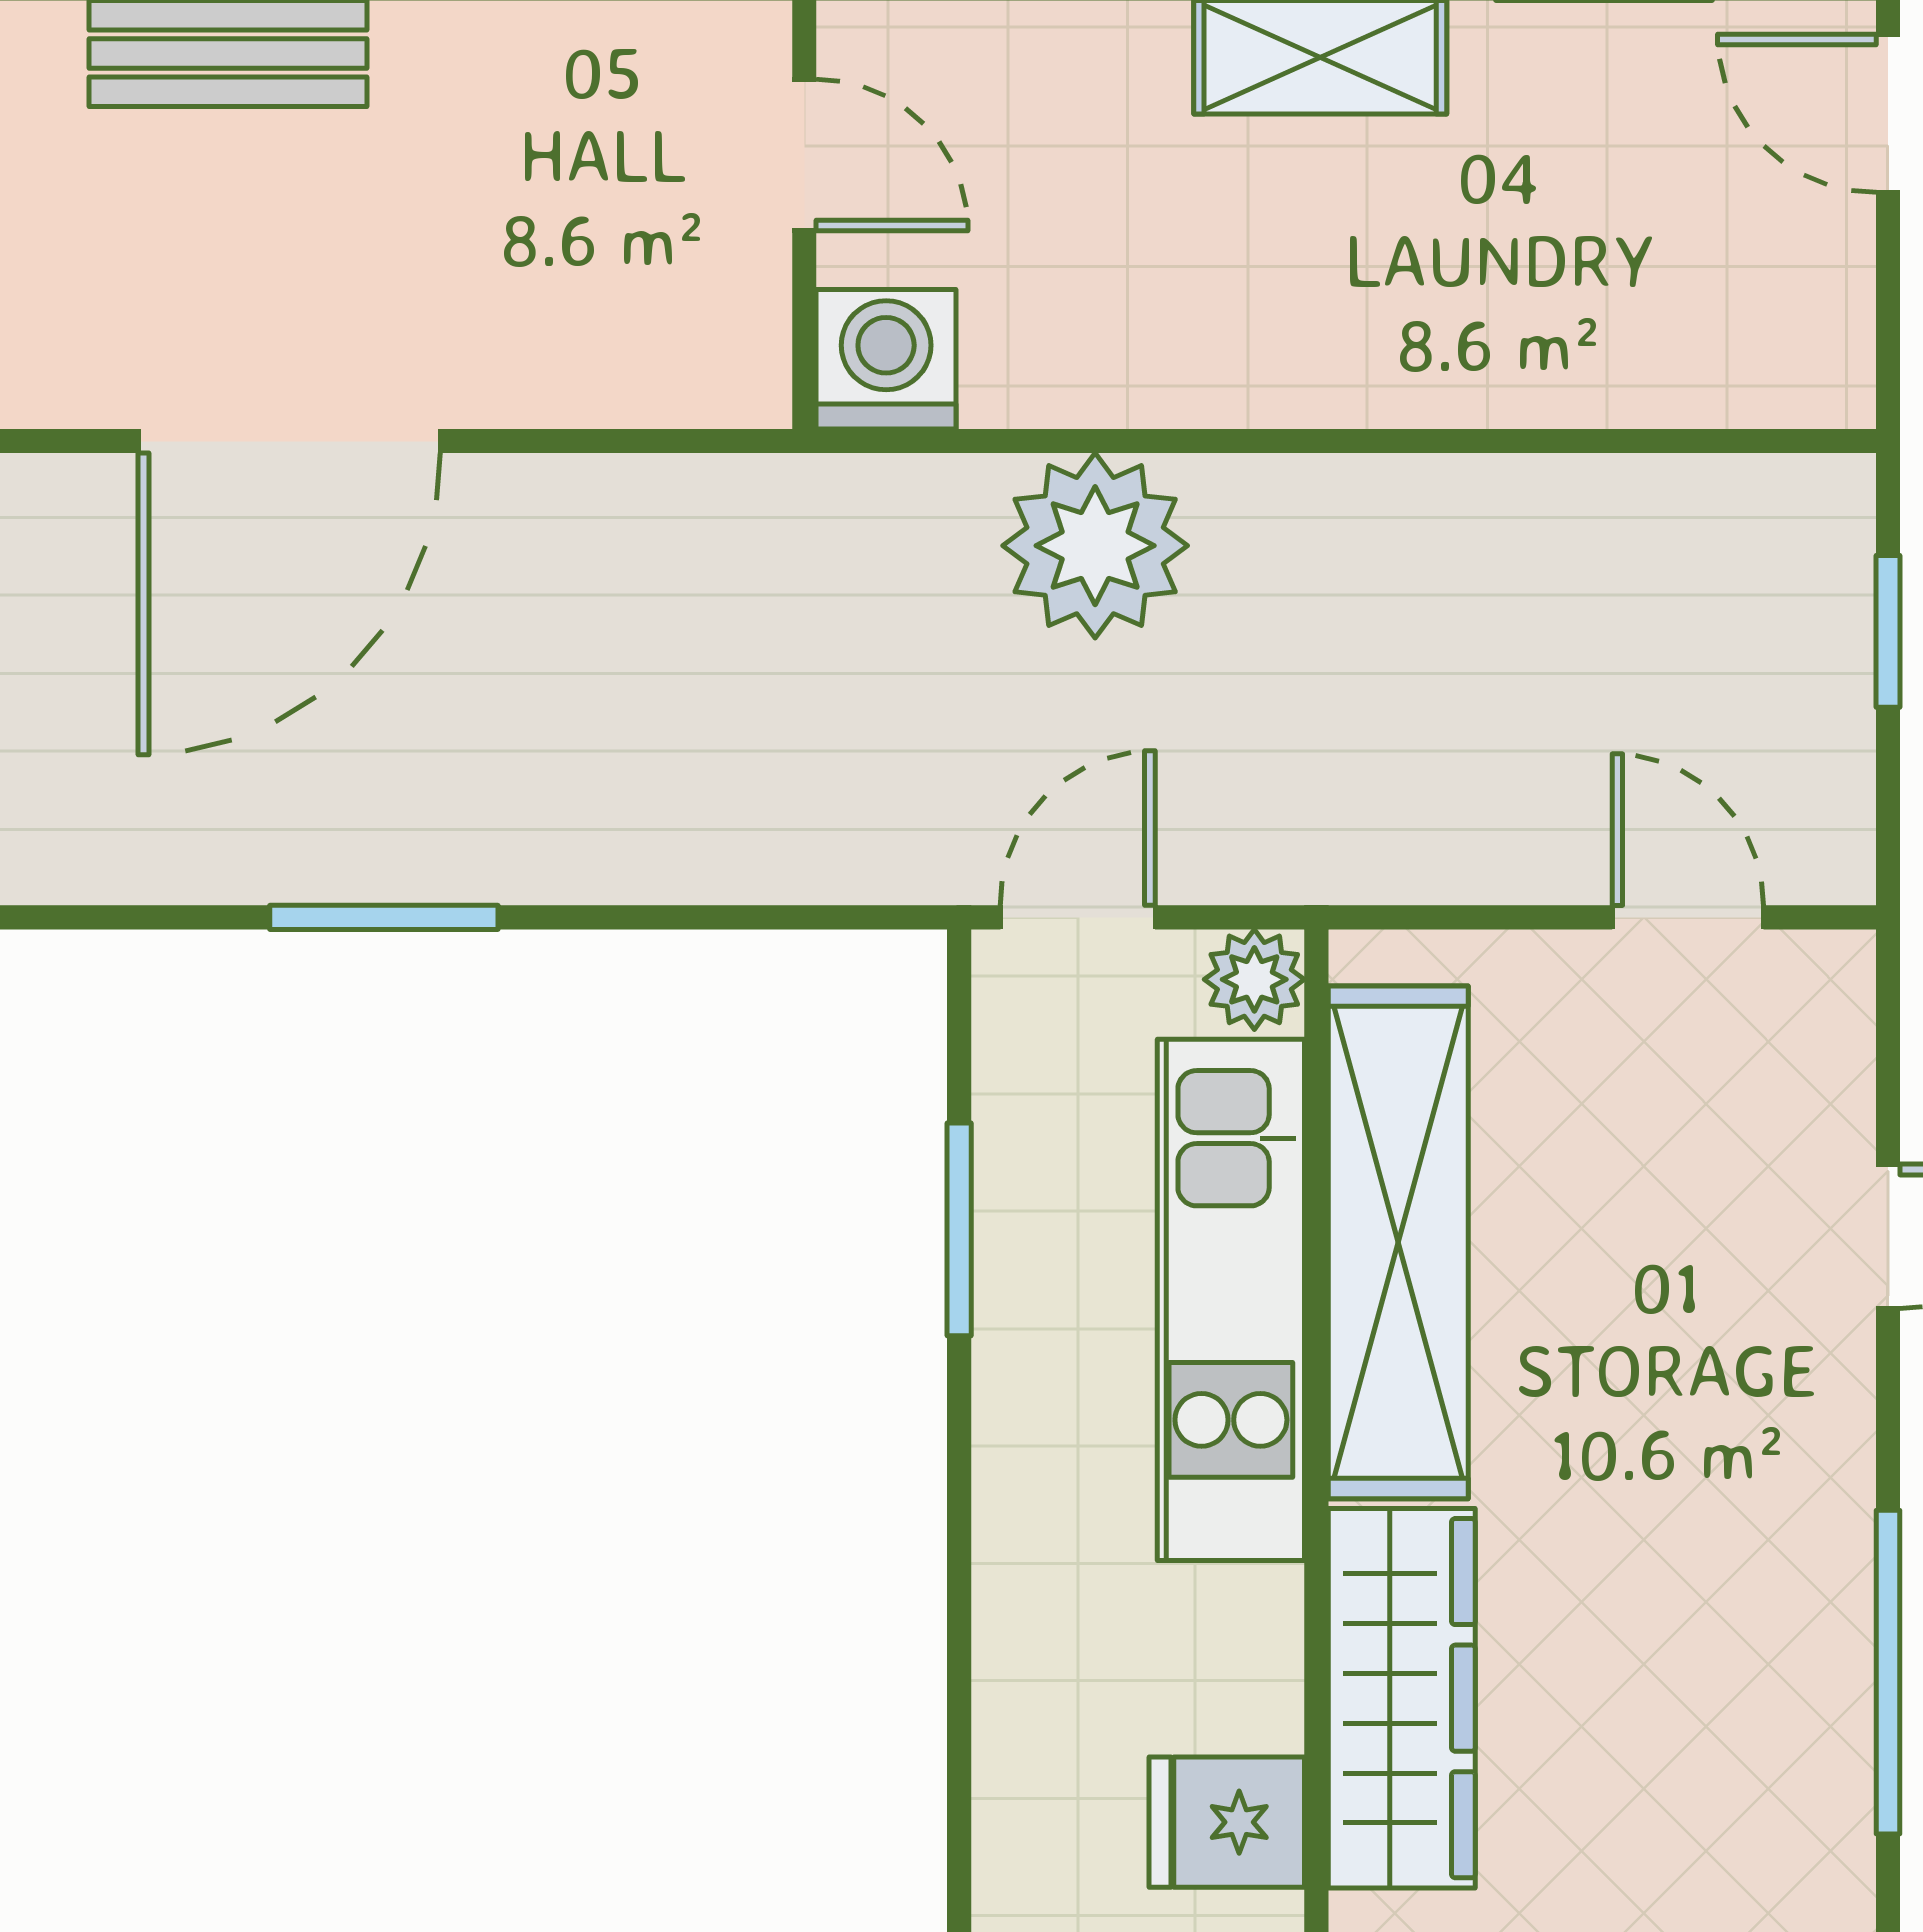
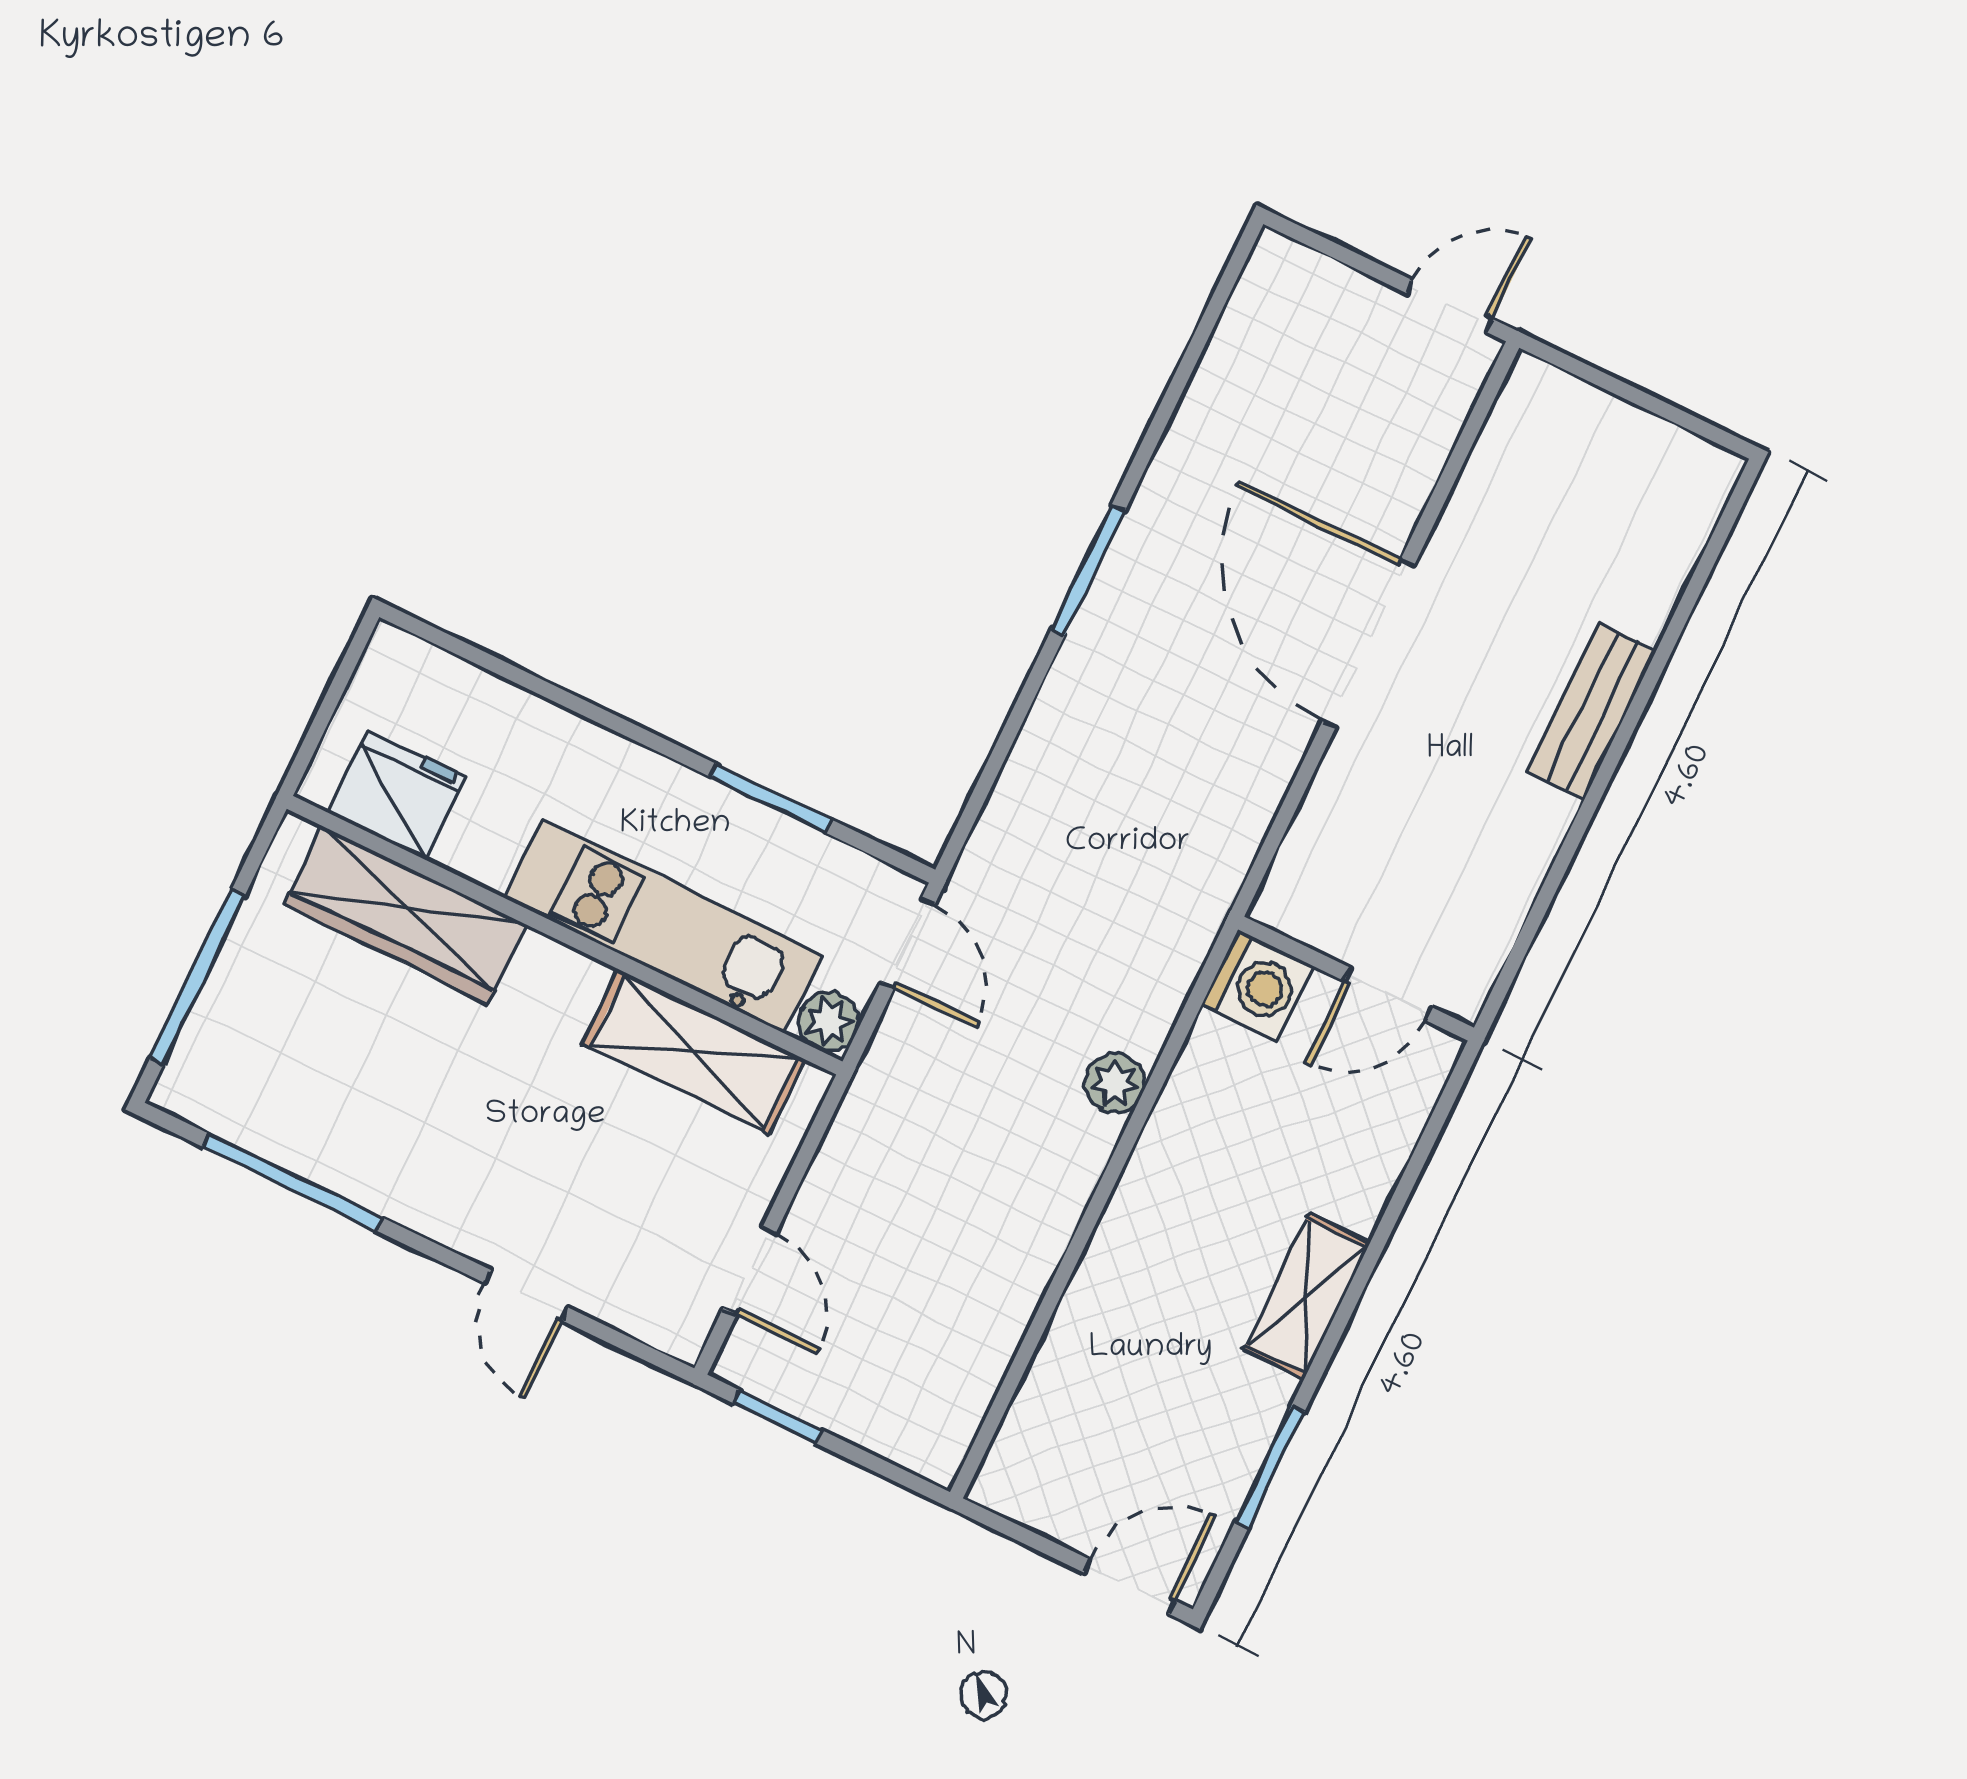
plant: (1095, 546) -> (1115, 1083), width x0.53, depth x0.53
window: (1888, 631) -> (778, 1417), moved
door: (1688, 917) -> (750, 1271), hinge flipped
shelving: (1398, 1242) -> (694, 1052), width x0.68
fridge: (1227, 1822) -> (397, 795), width x1.38

